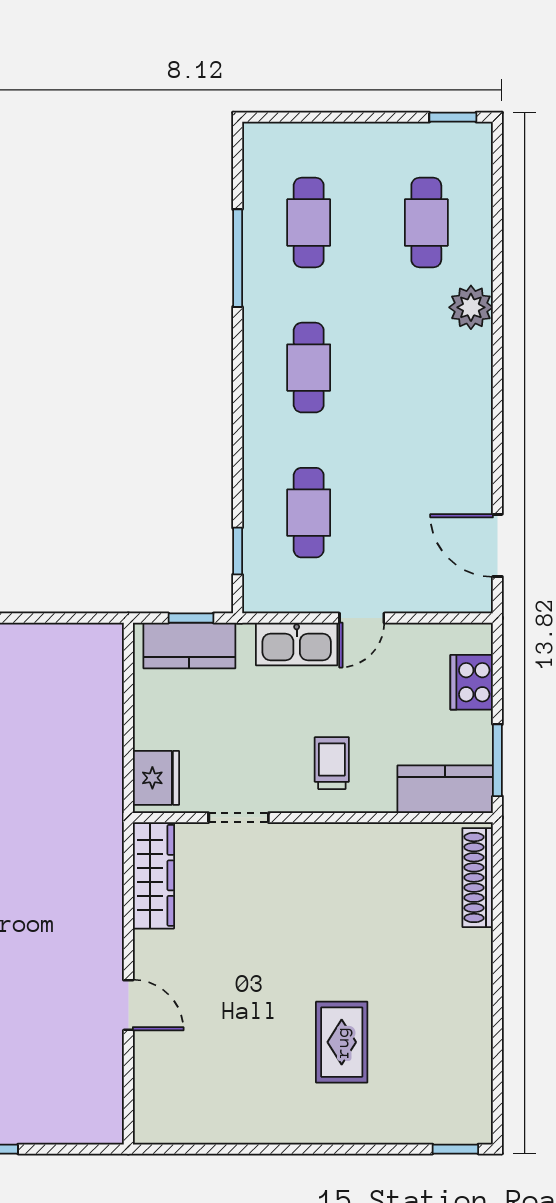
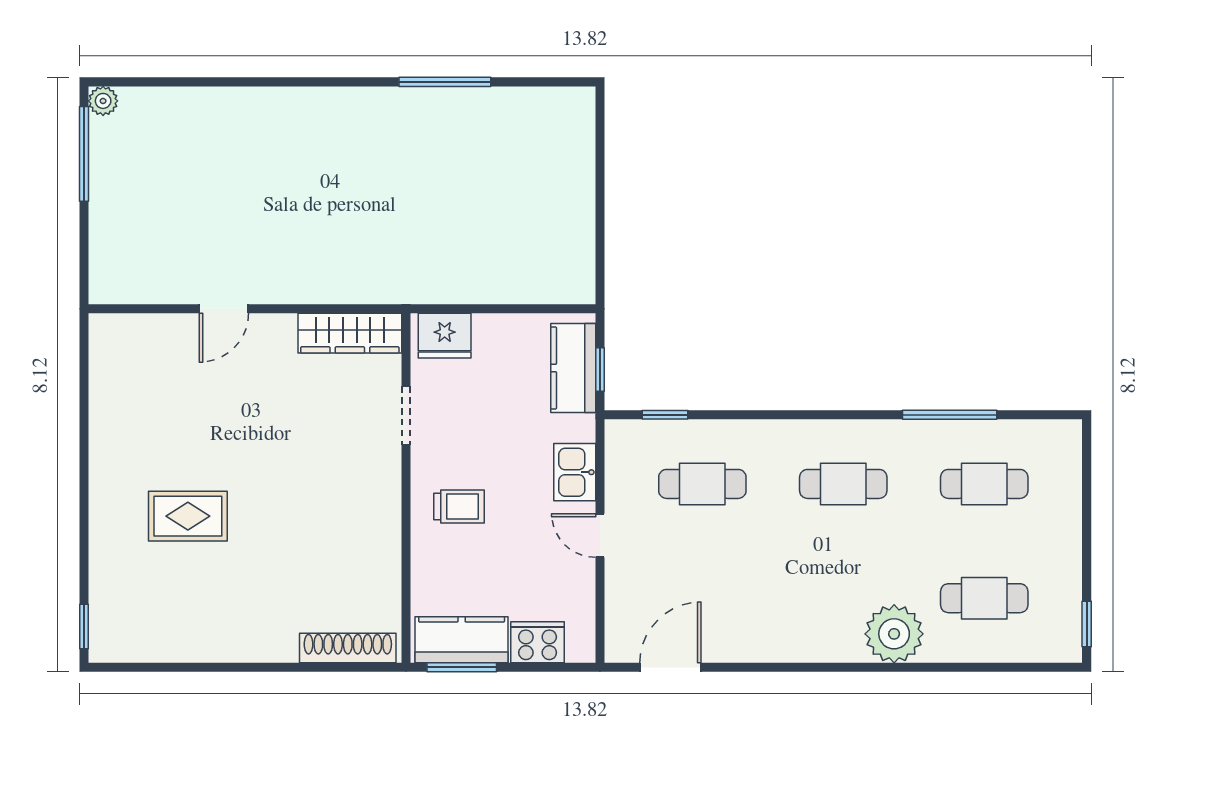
plant: (471, 307) -> (894, 634), width x1.36, depth x1.36
kitchen sink: (297, 644) -> (575, 472), width x0.73
kitchen counter: (445, 789) -> (462, 640), moved, turned -90

